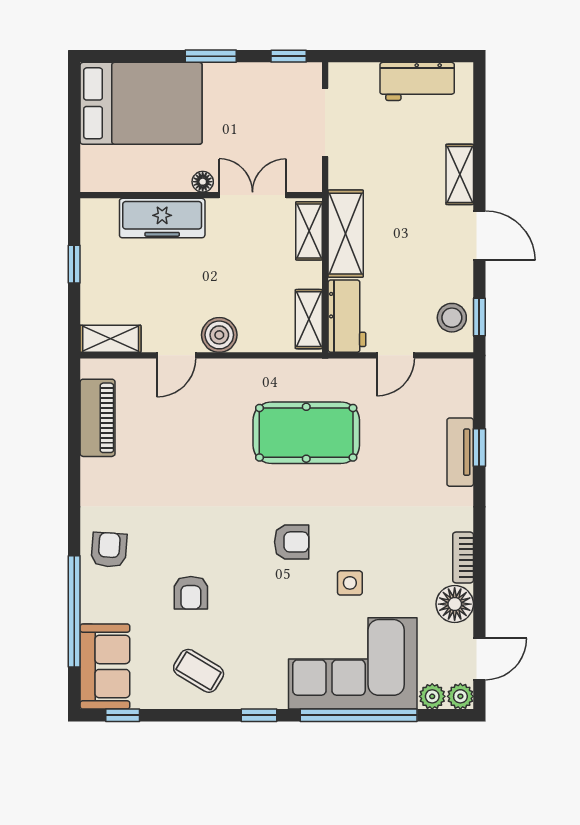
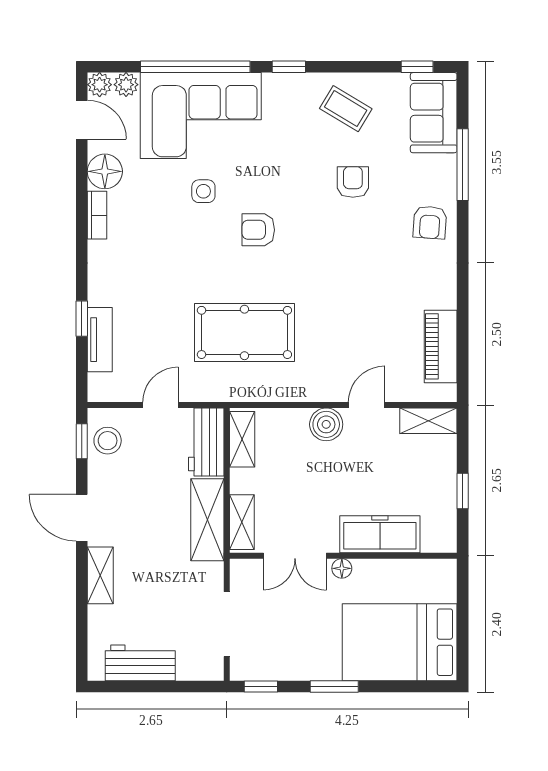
tv unit: (460, 452) -> (100, 340), moved
window: (74, 611) -> (463, 165), width x0.68
door: (479, 659) -> (82, 120), swing flipped

